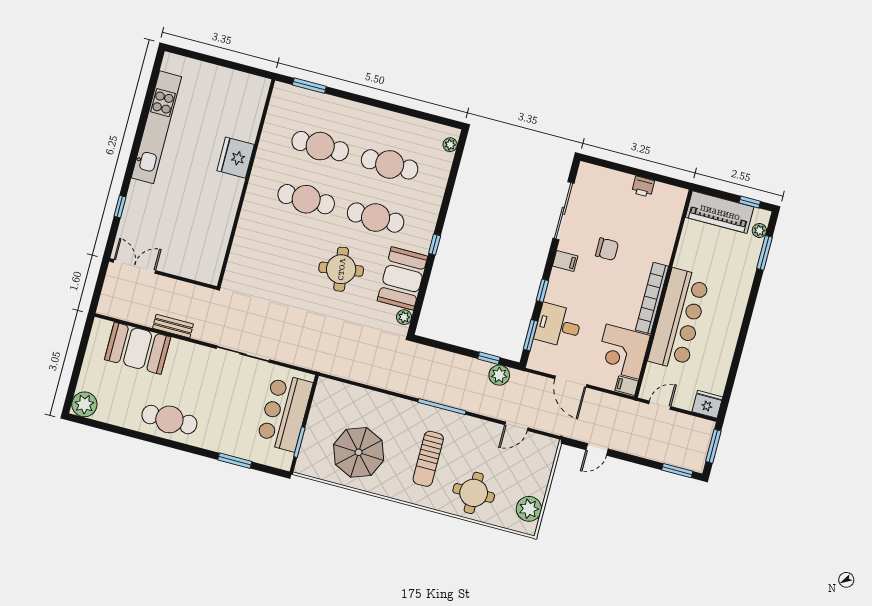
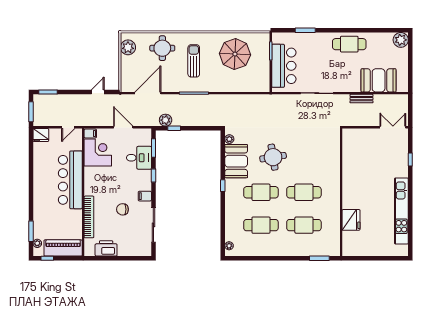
fridge: (236, 158) -> (351, 220), moved
printer: (643, 187) -> (106, 248), width x1.87, depth x1.48
double door: (134, 266) -> (393, 127), swing flipped
bookcase: (652, 298) -> (89, 217), moved
door: (516, 426) -> (148, 93), width x1.88

